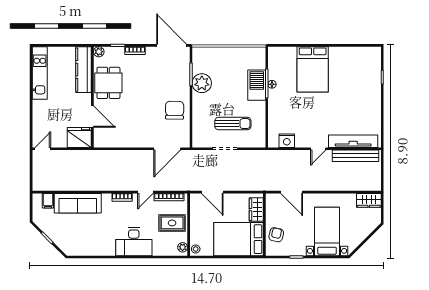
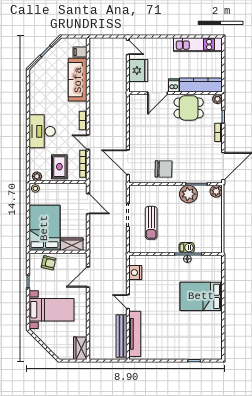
plant: (199, 53) -> (216, 191), added
barbecue: (257, 85) -> (187, 248), width x0.53, depth x0.65
dishwasher: (84, 99) -> (174, 85), added
fridge: (79, 137) -> (138, 71), moved
door: (212, 192) -> (88, 204), swing flipped

